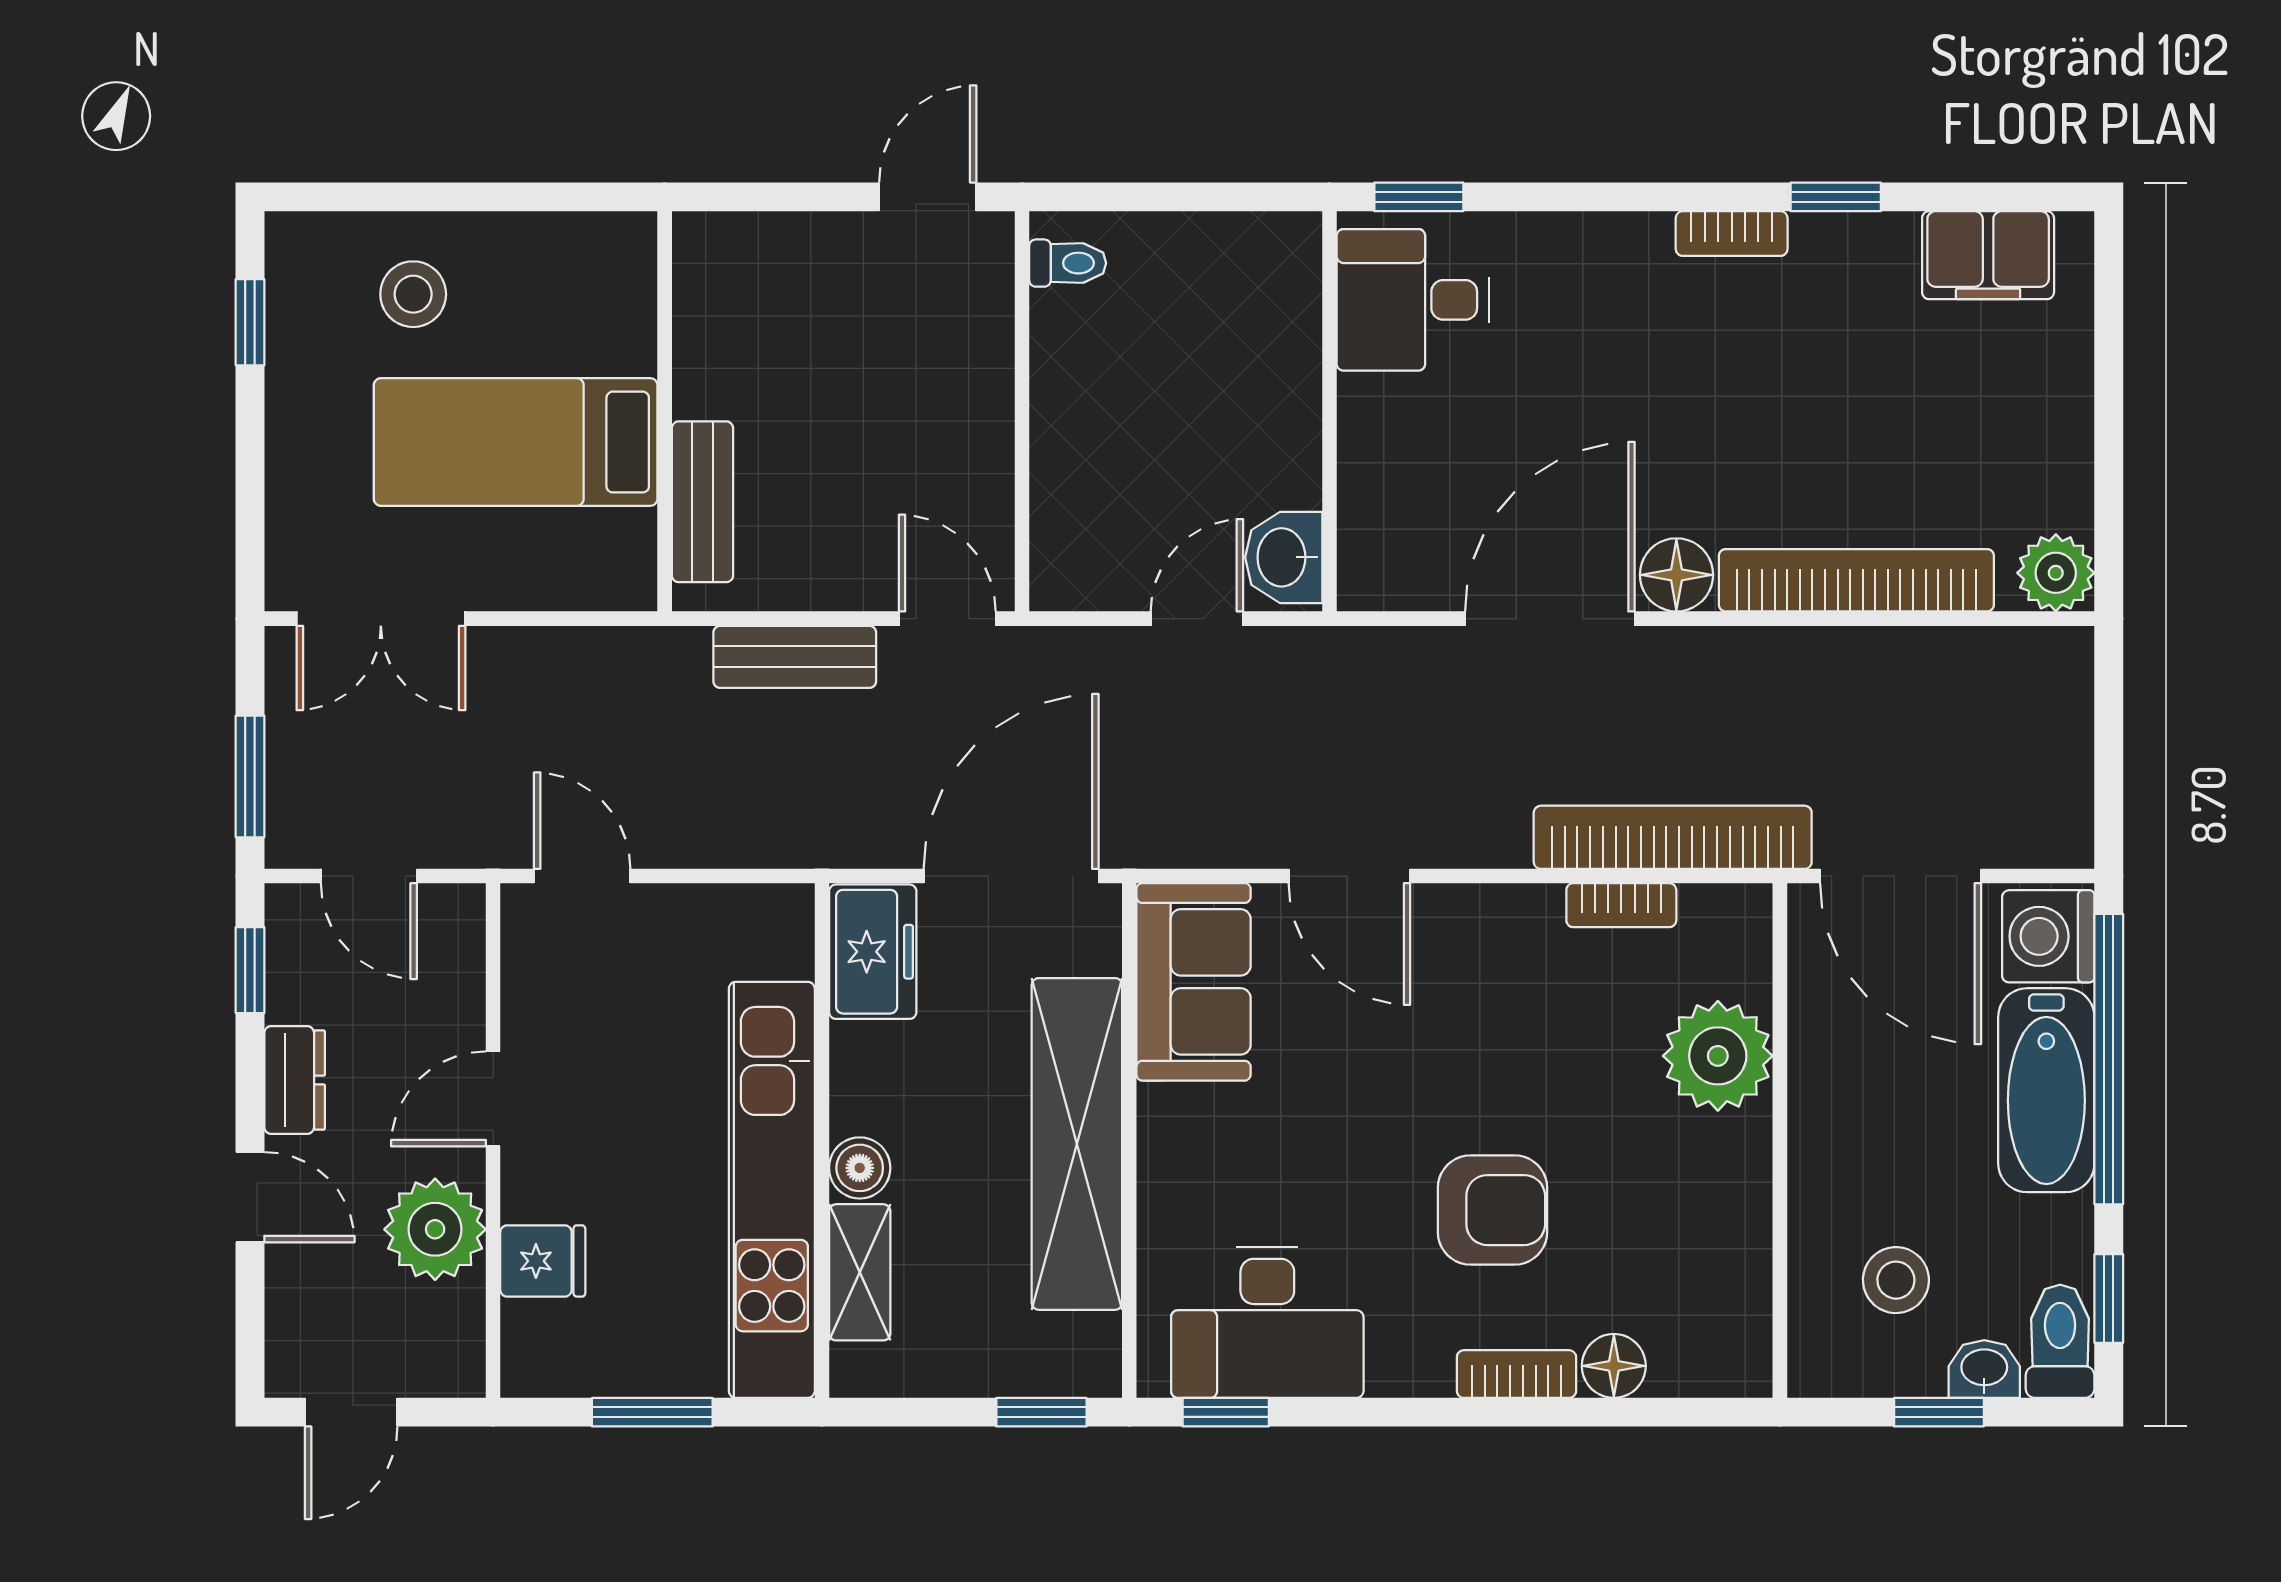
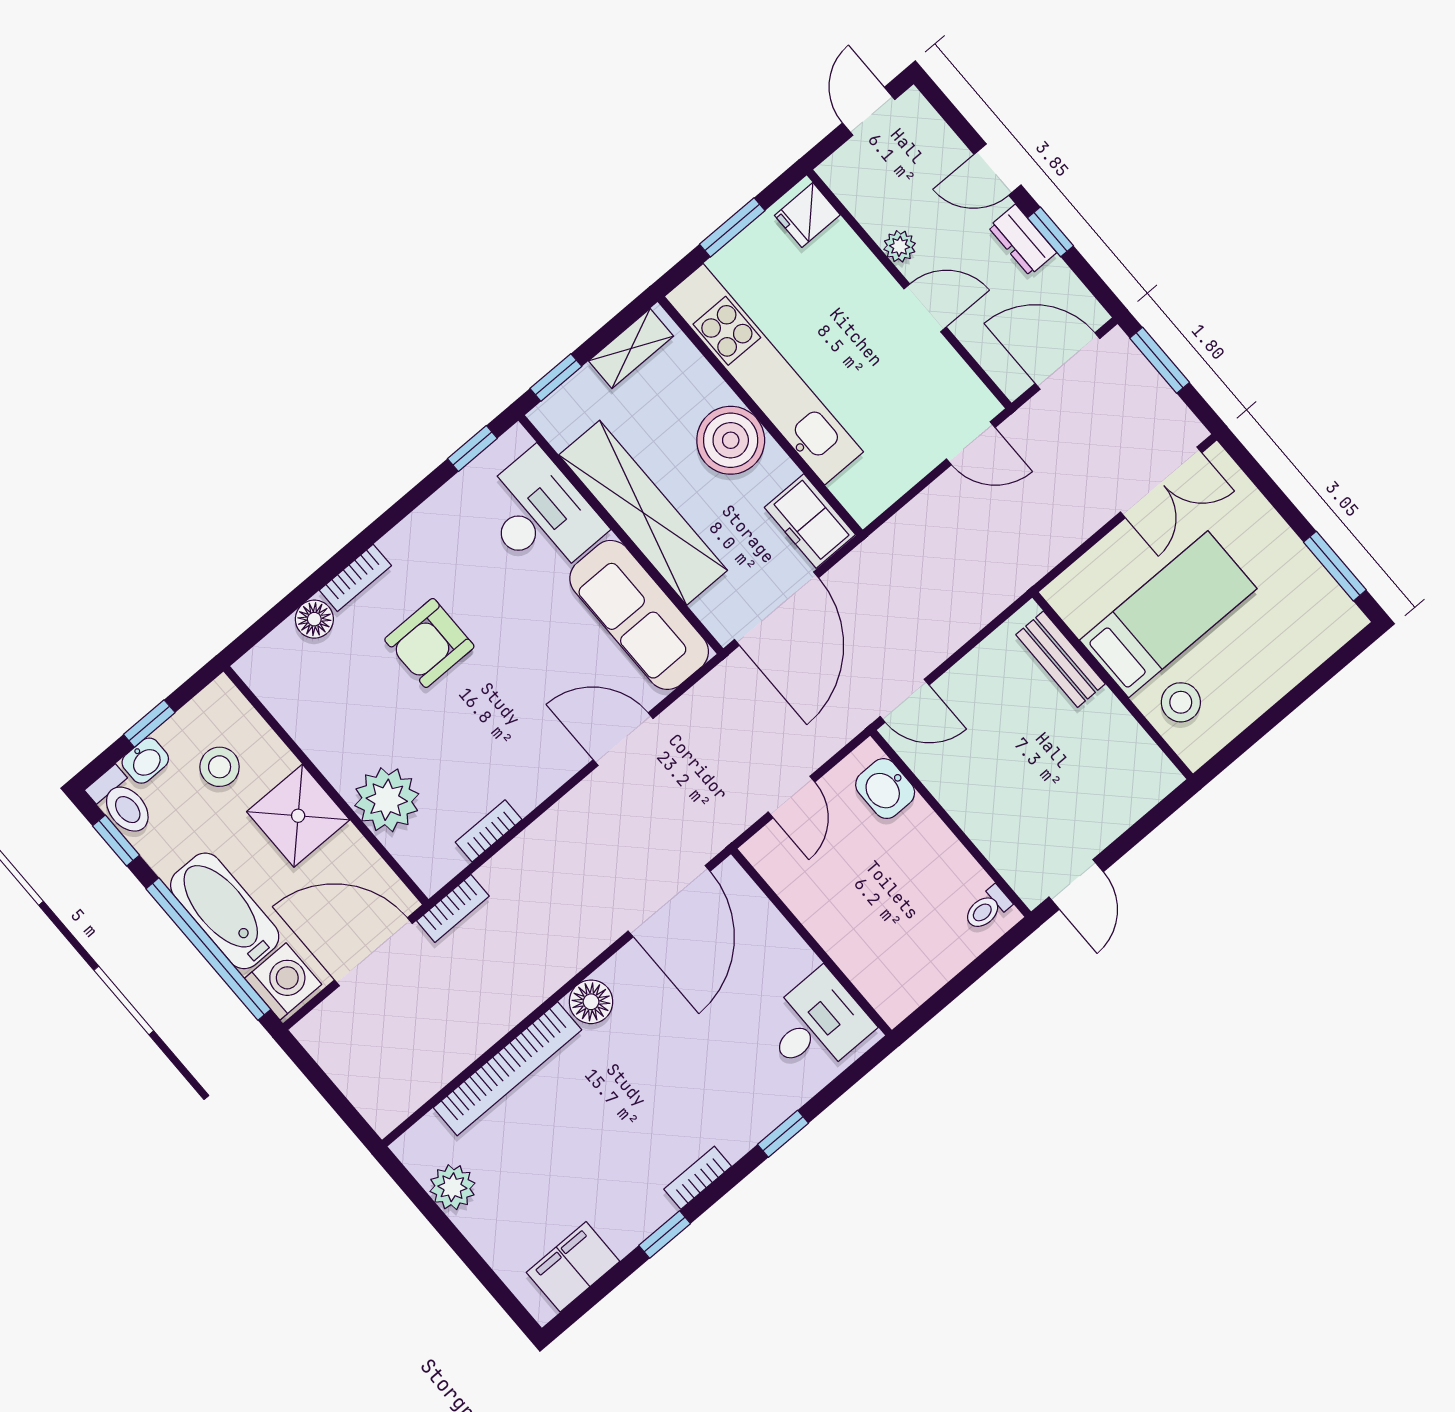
window: (1419, 197) -> (783, 1134), moved
stool: (413, 294) -> (1181, 702), moved
window: (250, 322) -> (1335, 566), width x1.50
washbasin: (1284, 557) -> (885, 789), moved, turned 180
plant: (2056, 573) -> (452, 1187), moved
double door: (381, 619) -> (1161, 482), swing flipped
door: (1550, 619) -> (669, 901), moved
bench: (795, 657) -> (959, 625), removed
bookcase: (1673, 837) -> (453, 908), width x0.43, depth x0.76
door: (369, 876) -> (1067, 361), width x1.38
window: (250, 970) -> (1050, 232), moved
sofa: (1194, 982) -> (639, 615), width x1.36
door: (493, 1099) -> (925, 308), hinge flipped
shower: (1849, 1132) -> (298, 816), added
boiler: (860, 1168) -> (731, 440), width x1.86, depth x1.86
plant: (435, 1229) -> (900, 246), width x0.53, depth x0.53
fridge: (543, 1261) -> (807, 215), moved
shelving: (860, 1272) -> (631, 349), moved, turned 90
desk: (1267, 1322) -> (540, 515), moved, turned 90

